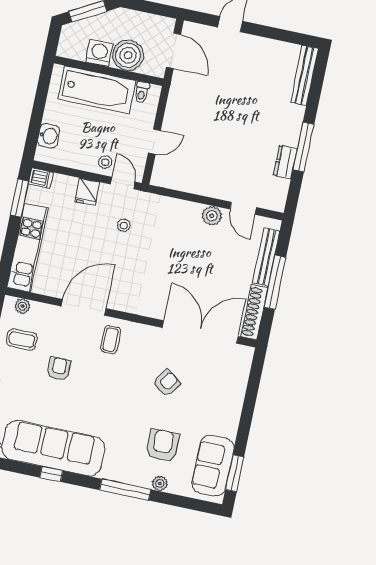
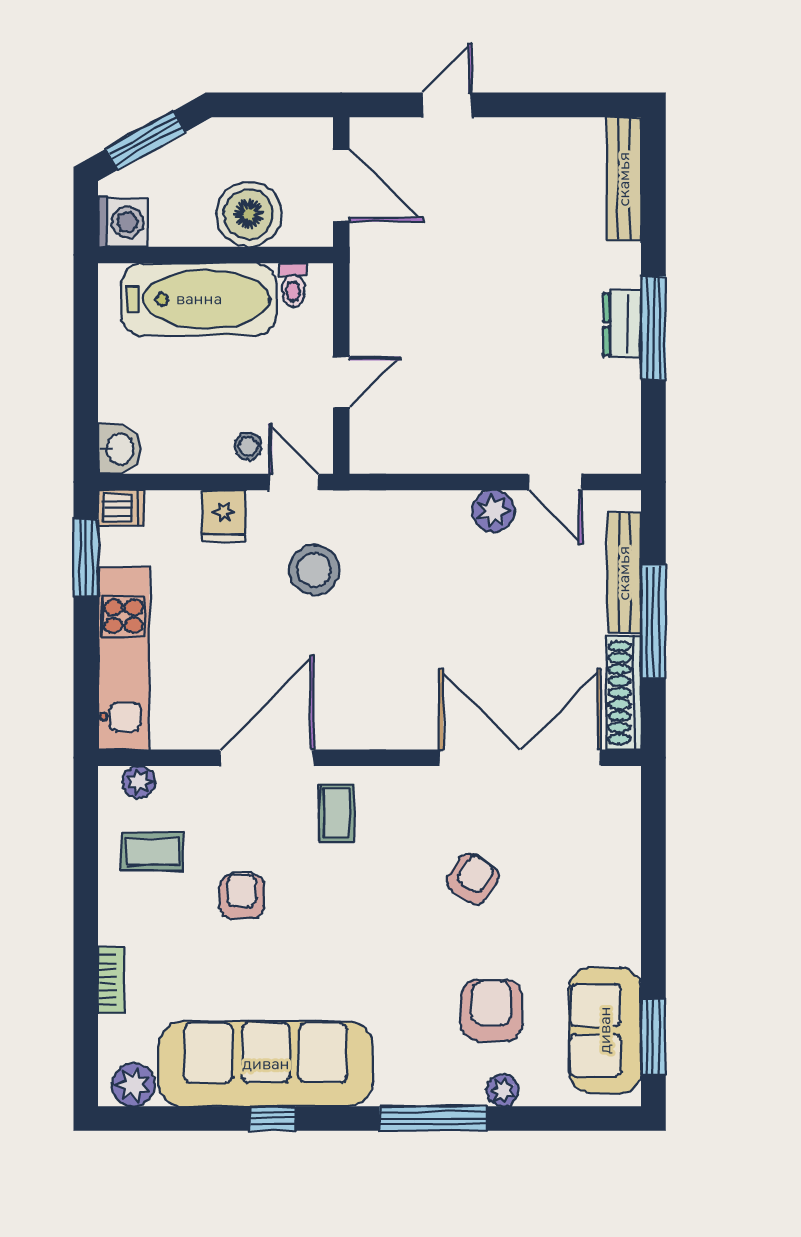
washing machine: (99, 53) -> (123, 222), moved, turned 90
washbasin: (49, 136) -> (119, 449), moved
dresser: (285, 162) -> (622, 324), moved
stool: (124, 225) -> (314, 570), width x1.89, depth x1.89

